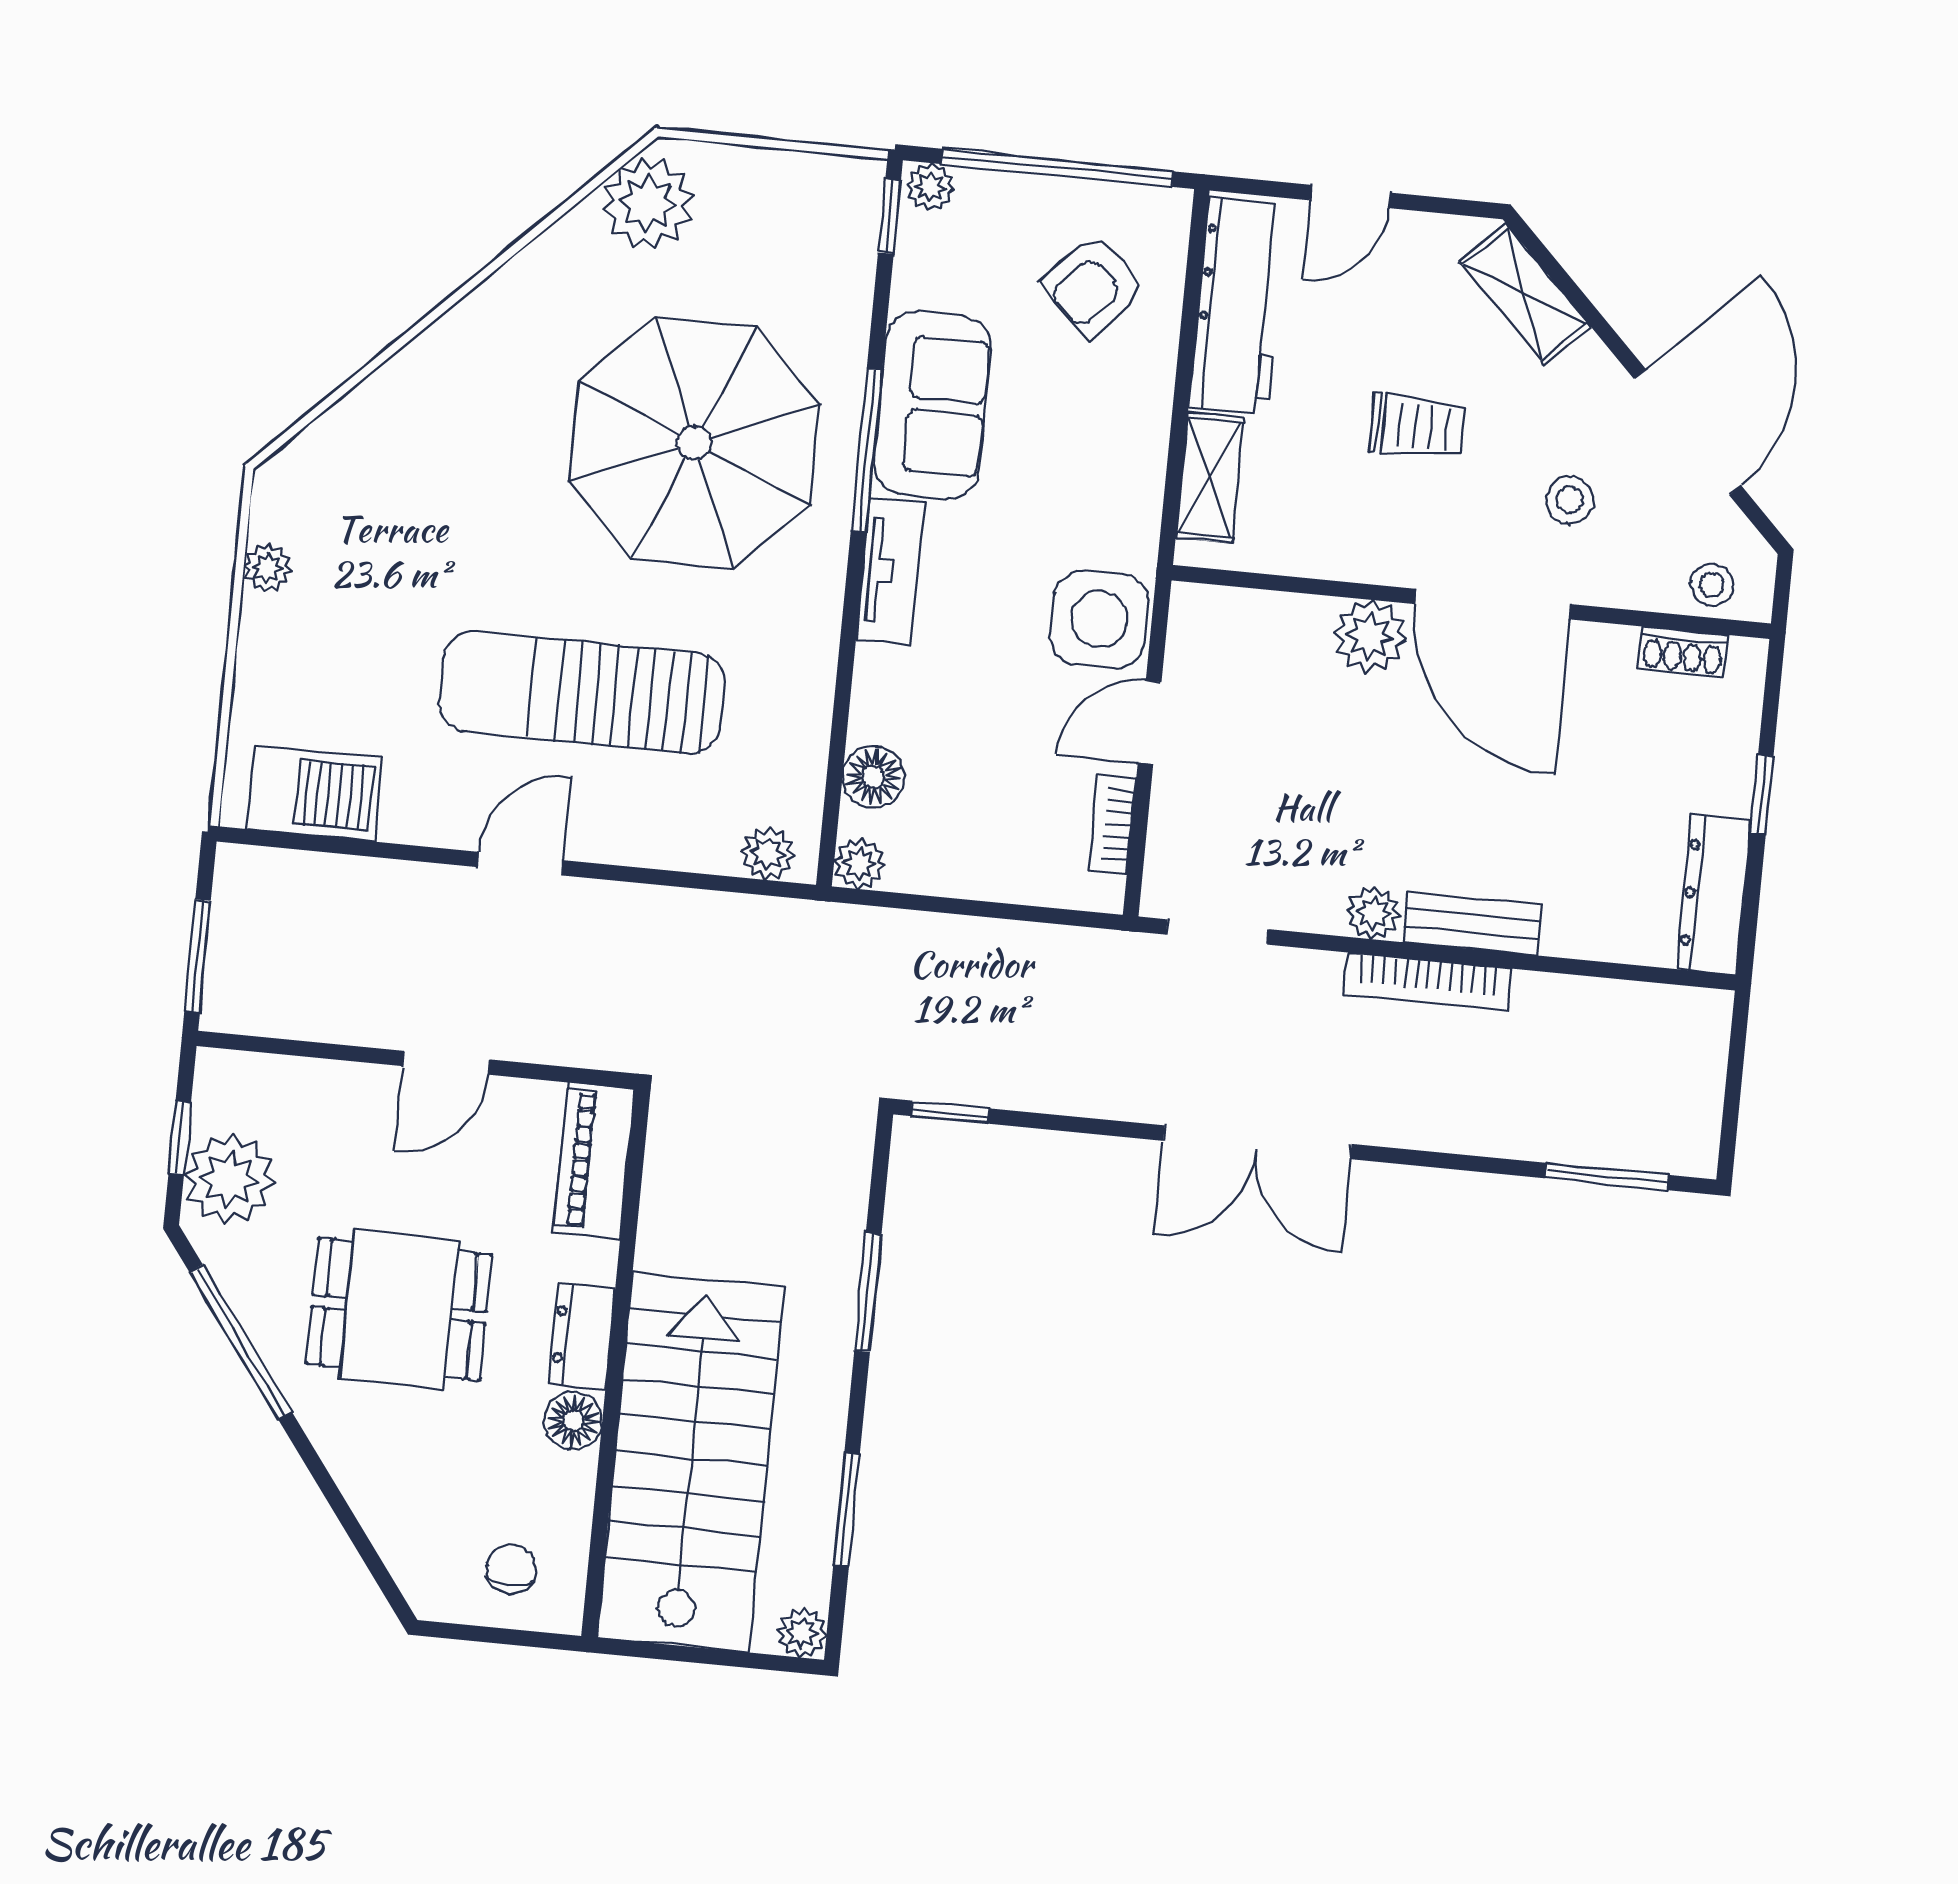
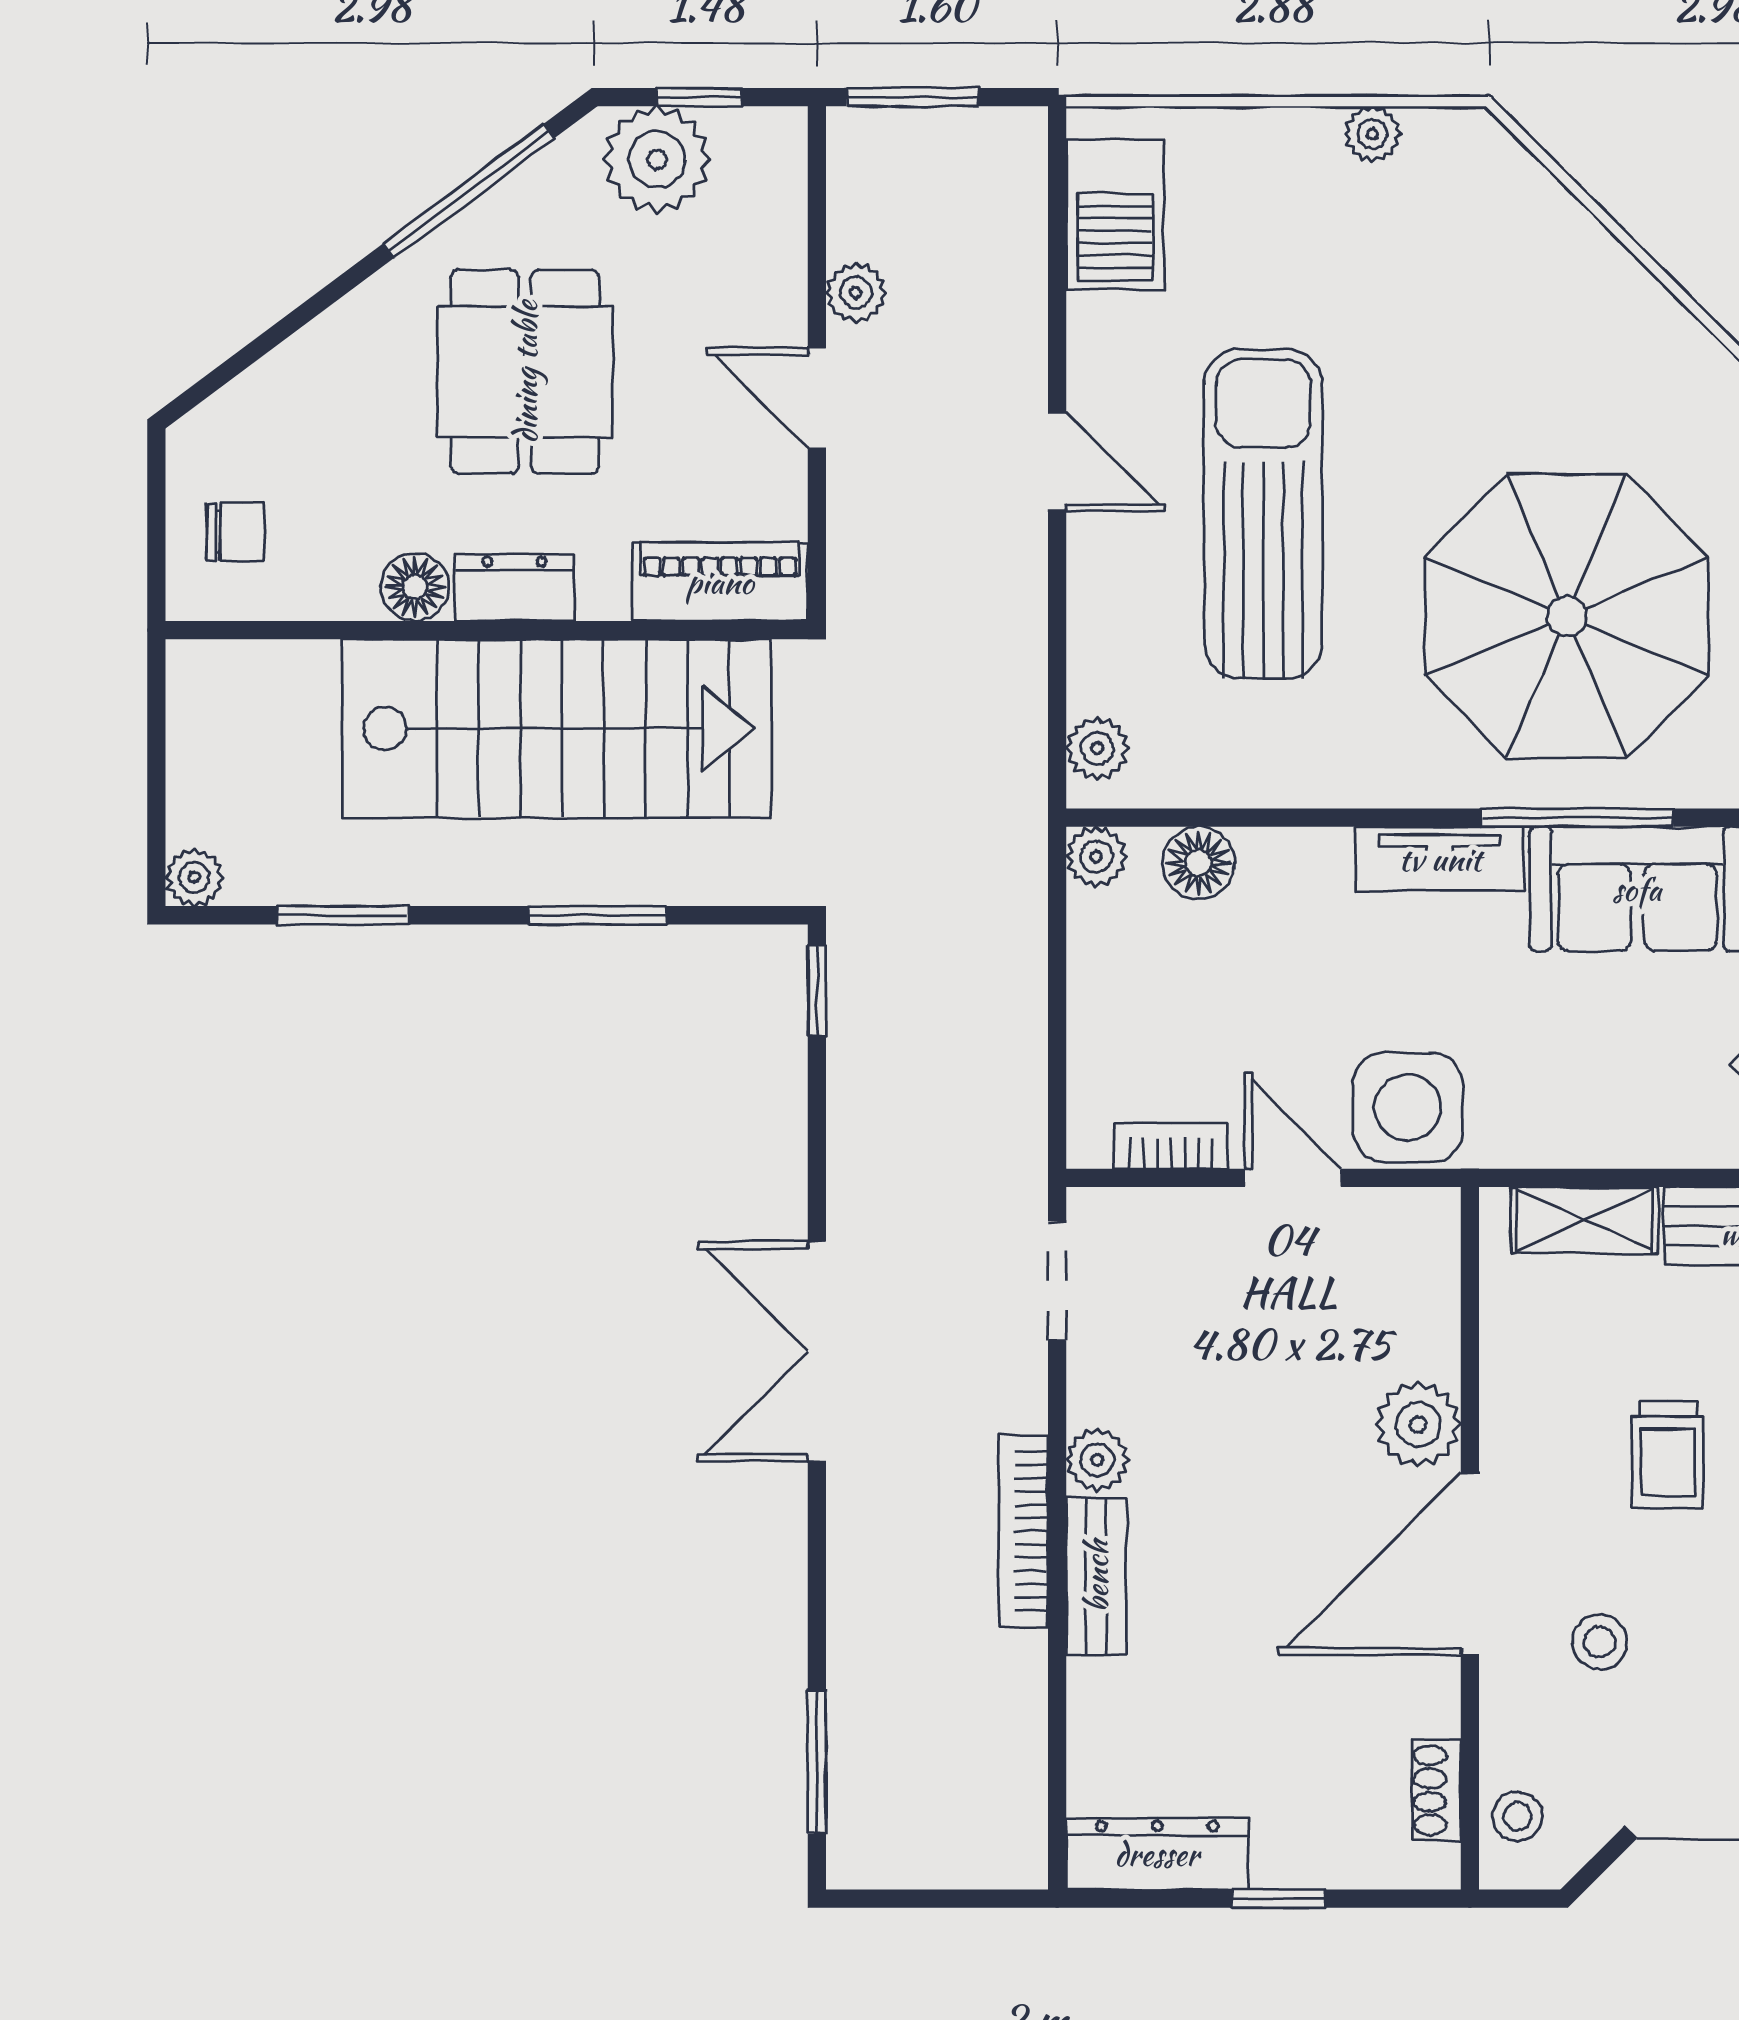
plant: (359, 1021) -> (856, 293), added
stairs: (691, 1462) -> (557, 728), moved

